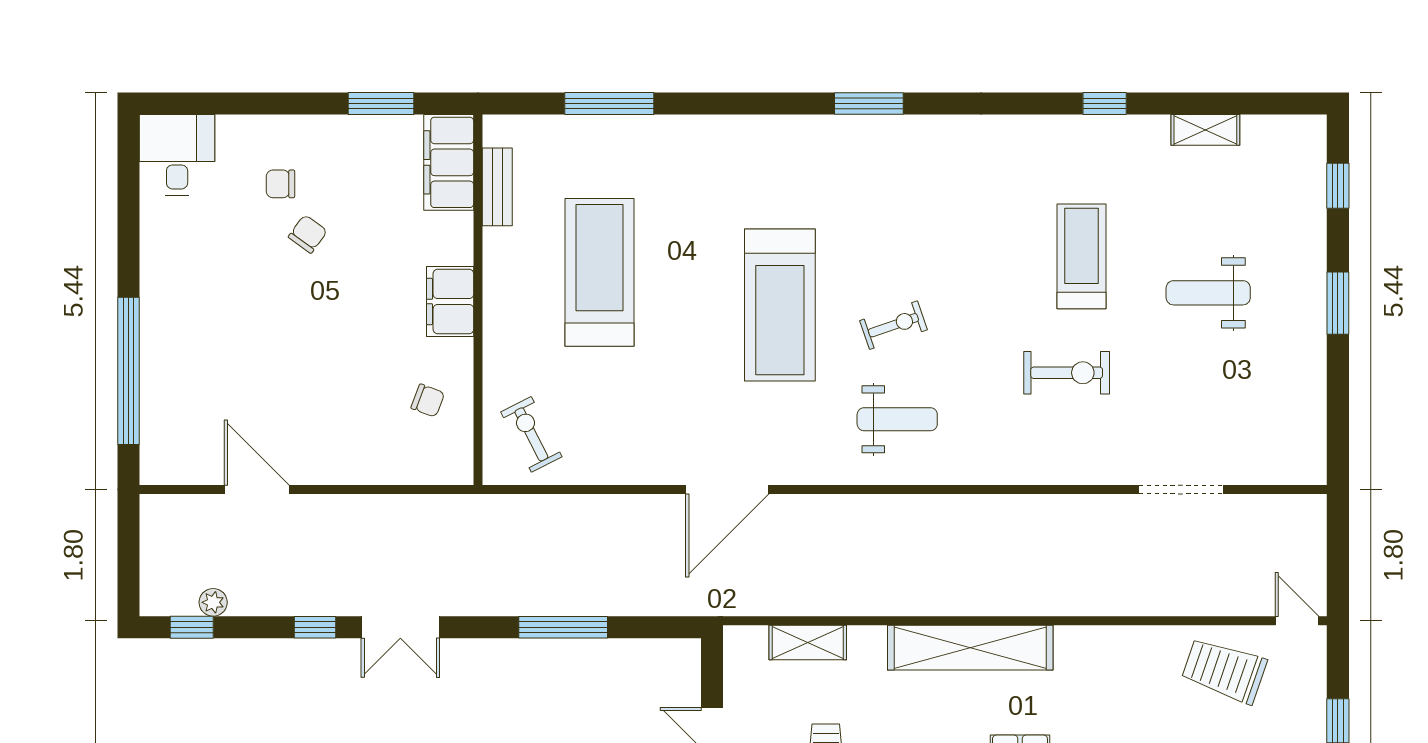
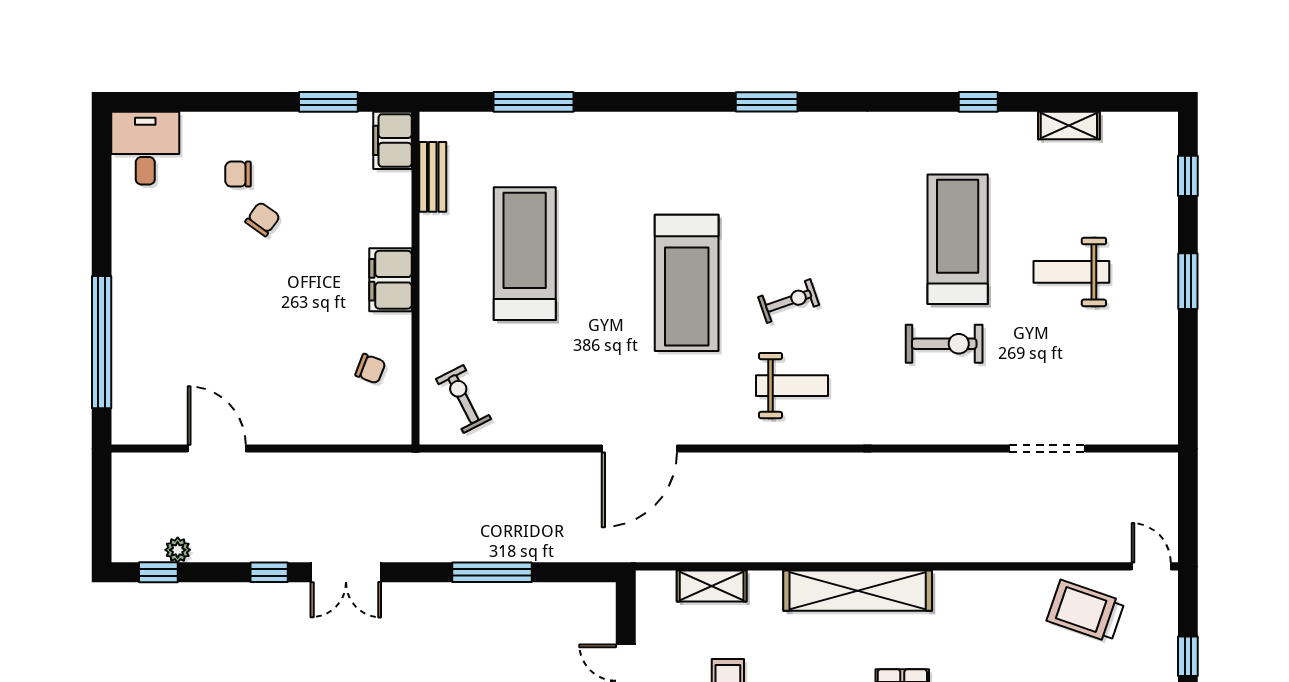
filing cabinet: (449, 162) -> (392, 140), width x0.67, depth x0.86
treadmill: (1082, 256) -> (958, 239), width x1.37, depth x1.38

